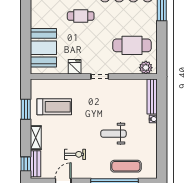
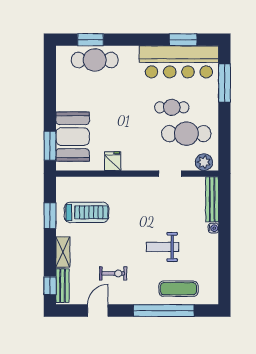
cafe table: (81, 16) -> (172, 107), moved
window: (26, 55) -> (50, 146), added
doorway: (100, 77) -> (170, 174), moved

